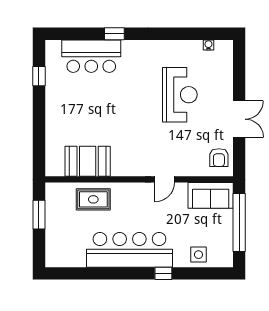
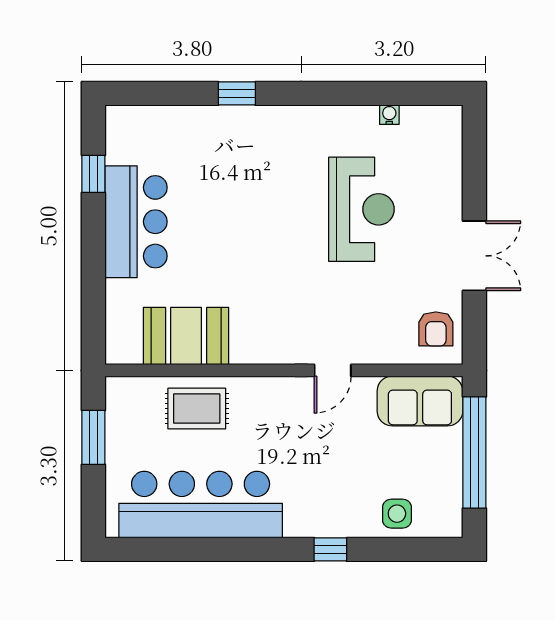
water cooler: (208, 45) -> (389, 115), moved
bar counter: (91, 56) -> (136, 222), moved, turned -90
bar counter: (129, 250) -> (201, 505), moved

